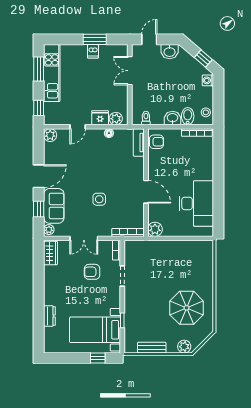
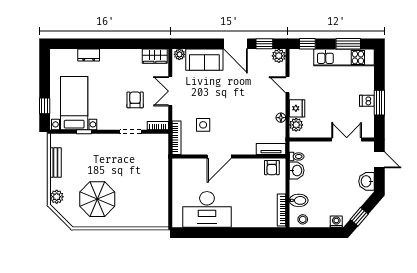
washbasin: (173, 118) -> (297, 170), moved
side table: (99, 199) -> (203, 125), moved
window: (39, 209) -> (264, 44), moved
plant: (155, 229) -> (180, 166), removed

